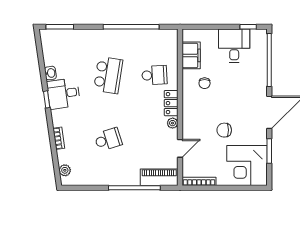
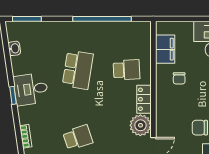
washbasin: (50, 73) -> (14, 48), moved
plant: (173, 123) -> (140, 125), width x1.88, depth x1.88

